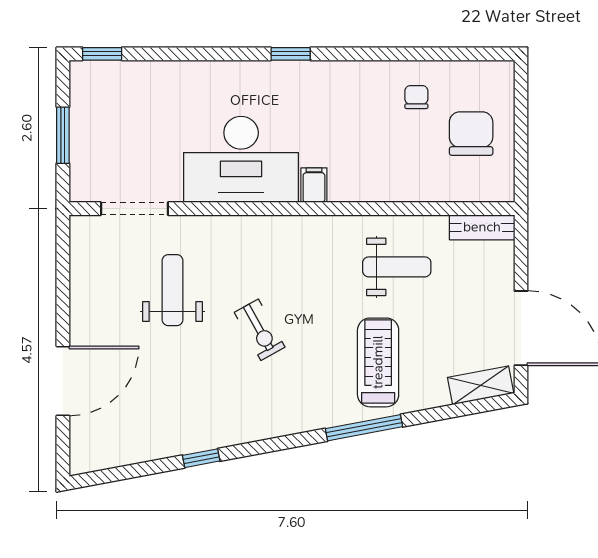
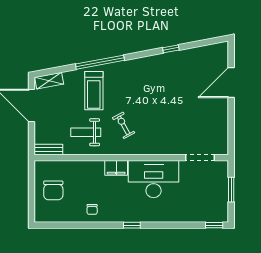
chair: (416, 97) -> (92, 209), moved
filing cabinet: (314, 185) -> (116, 168), width x2.00
weight bench: (173, 290) -> (183, 122), removed
exercise bike: (260, 330) -> (124, 125), moved
window: (364, 428) -> (100, 62), width x1.46

